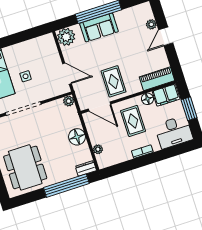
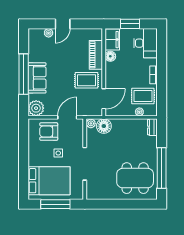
door: (166, 36) -> (63, 24), hinge flipped
armchair: (45, 59) -> (49, 132), added
piano: (157, 79) -> (96, 55), moved
rug: (133, 121) -> (143, 96), moved
floor lamp: (77, 137) -> (104, 126), moved
window: (66, 186) -> (162, 168), moved

